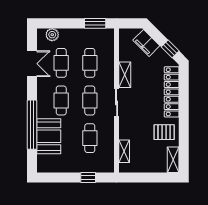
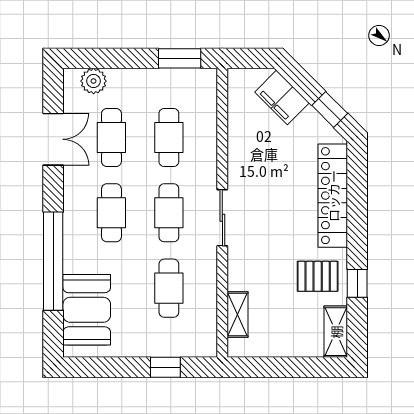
shelving: (125, 75) -> (239, 161), removed
booth: (49, 136) -> (87, 310), moved
window: (184, 136) -> (357, 283), added

